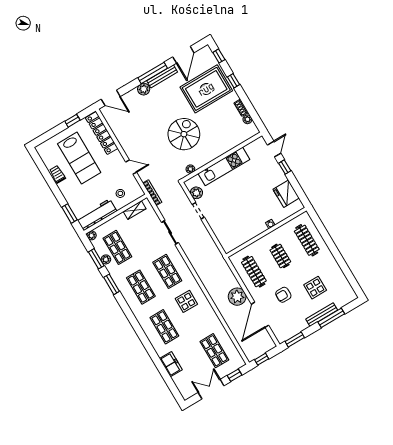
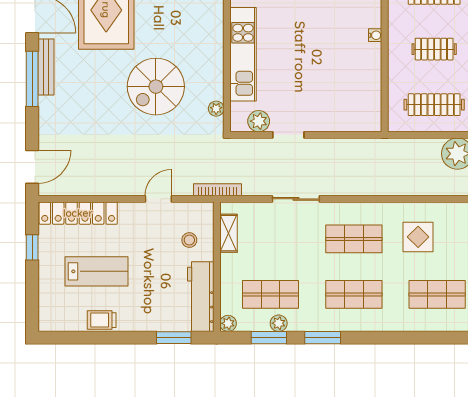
plant: (144, 89) -> (49, 108), removed
spiral stairs: (184, 134) -> (156, 87), turned -90
lab bench: (79, 158) -> (97, 271), width x0.73, depth x0.72

